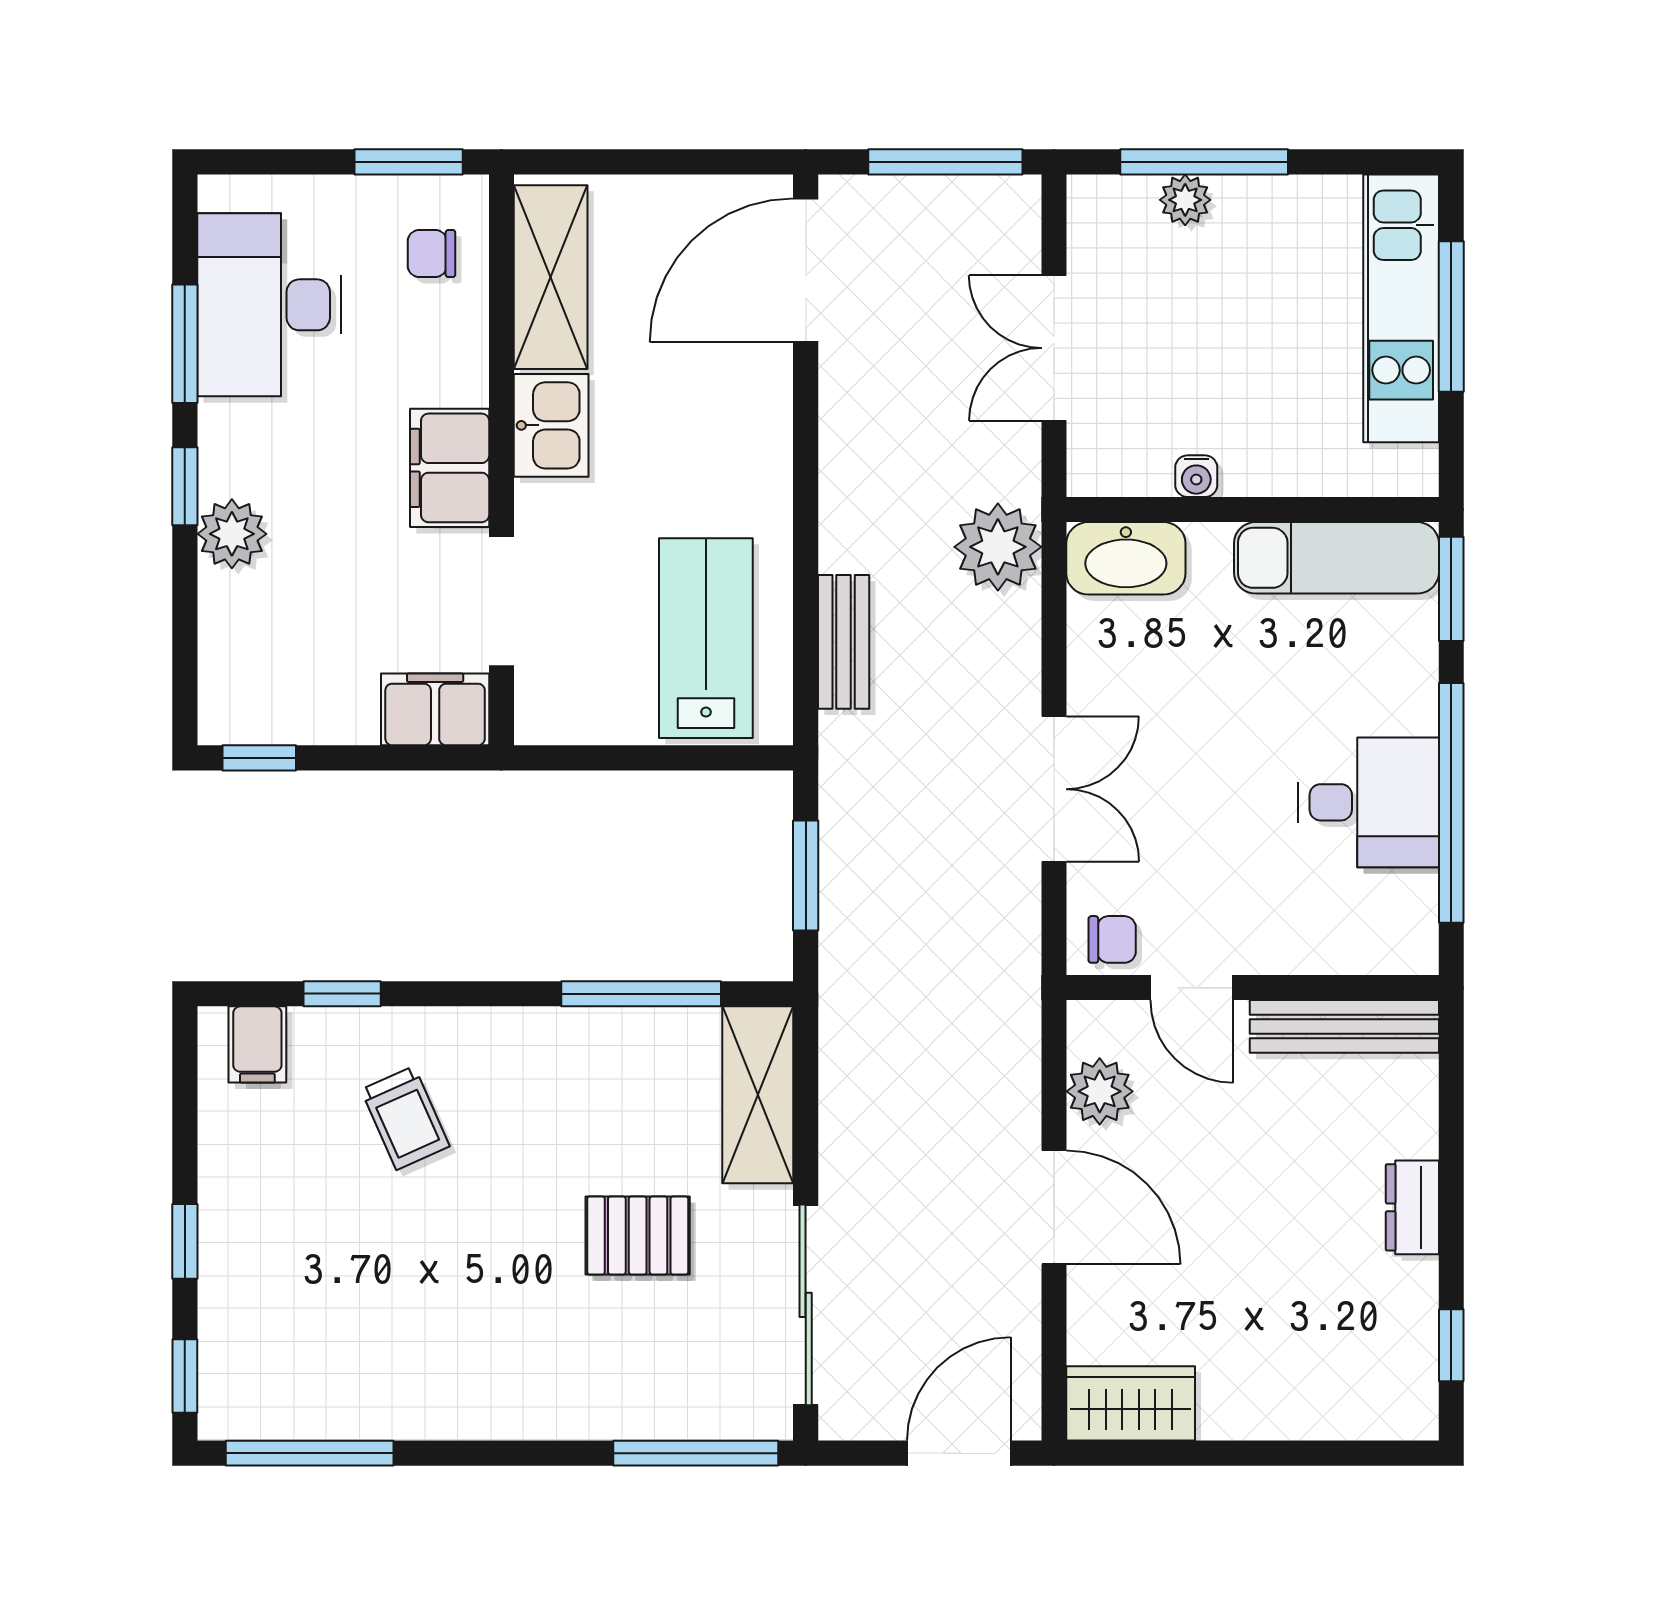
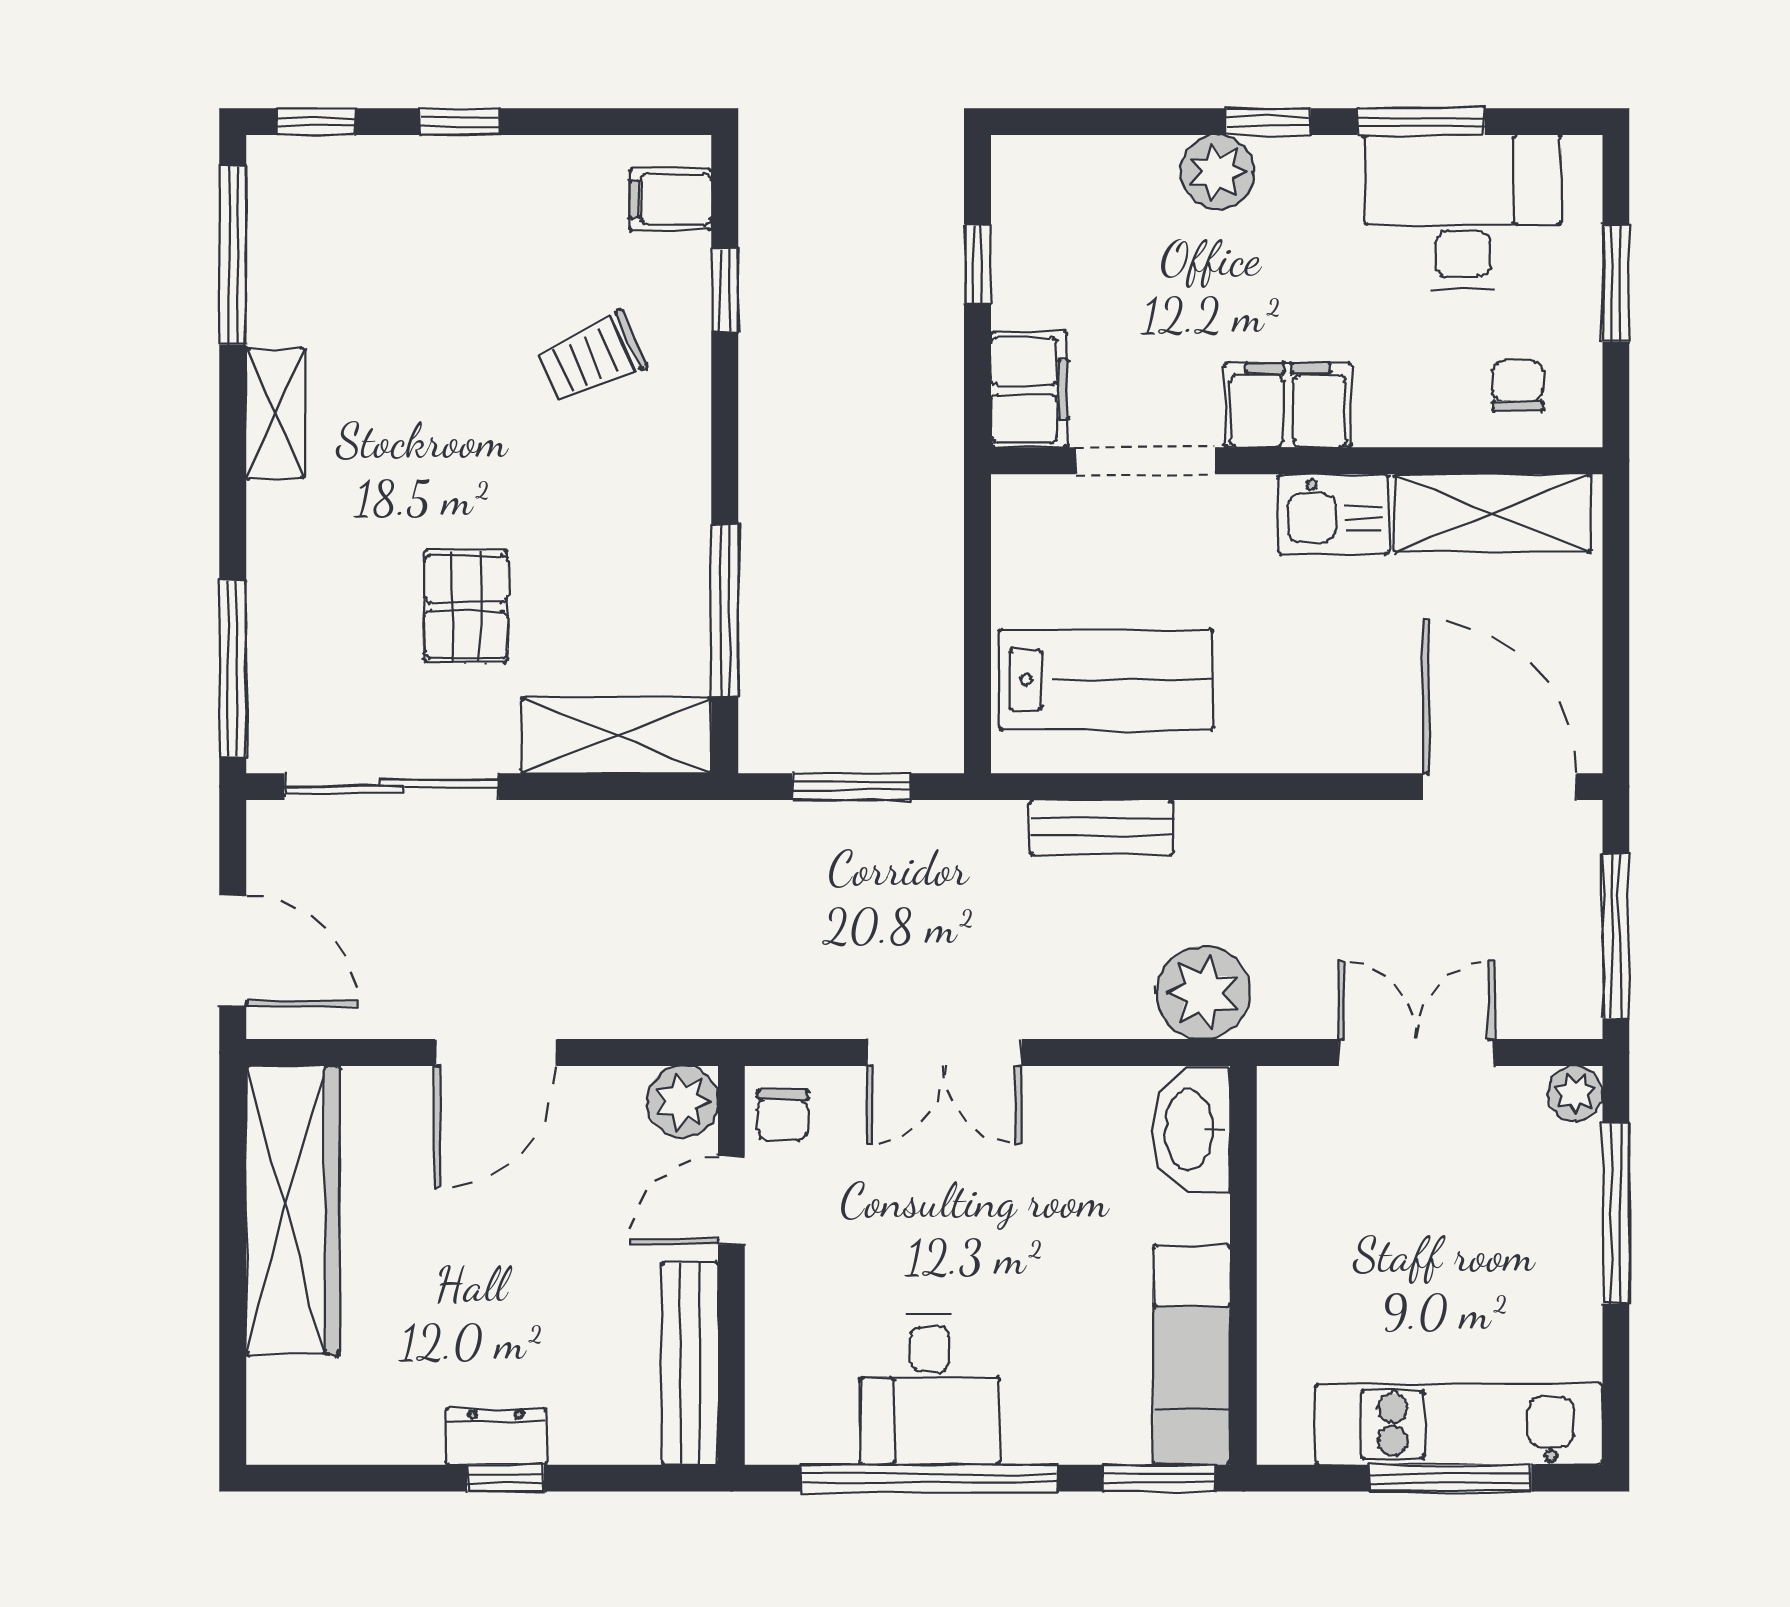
window: (409, 162) -> (1616, 284), moved
plant: (1185, 200) -> (1575, 1093), moved
water cooler: (1196, 476) -> (1279, 1205), removed
window: (259, 758) -> (977, 264), moved
plant: (1100, 1091) -> (682, 1102), moved
window: (1451, 1345) -> (506, 1478), moved
wardrobe: (1131, 1403) -> (293, 1210), width x2.10, depth x1.17
shelving: (457, 1413) -> (275, 413), added

